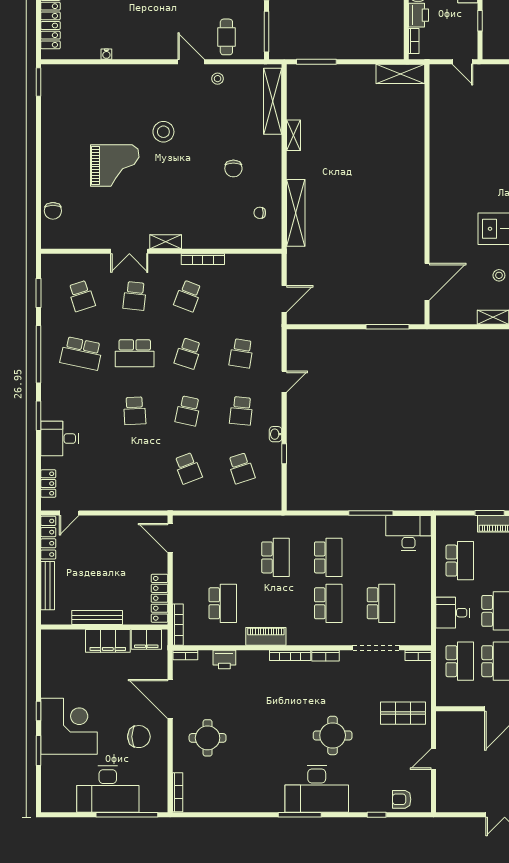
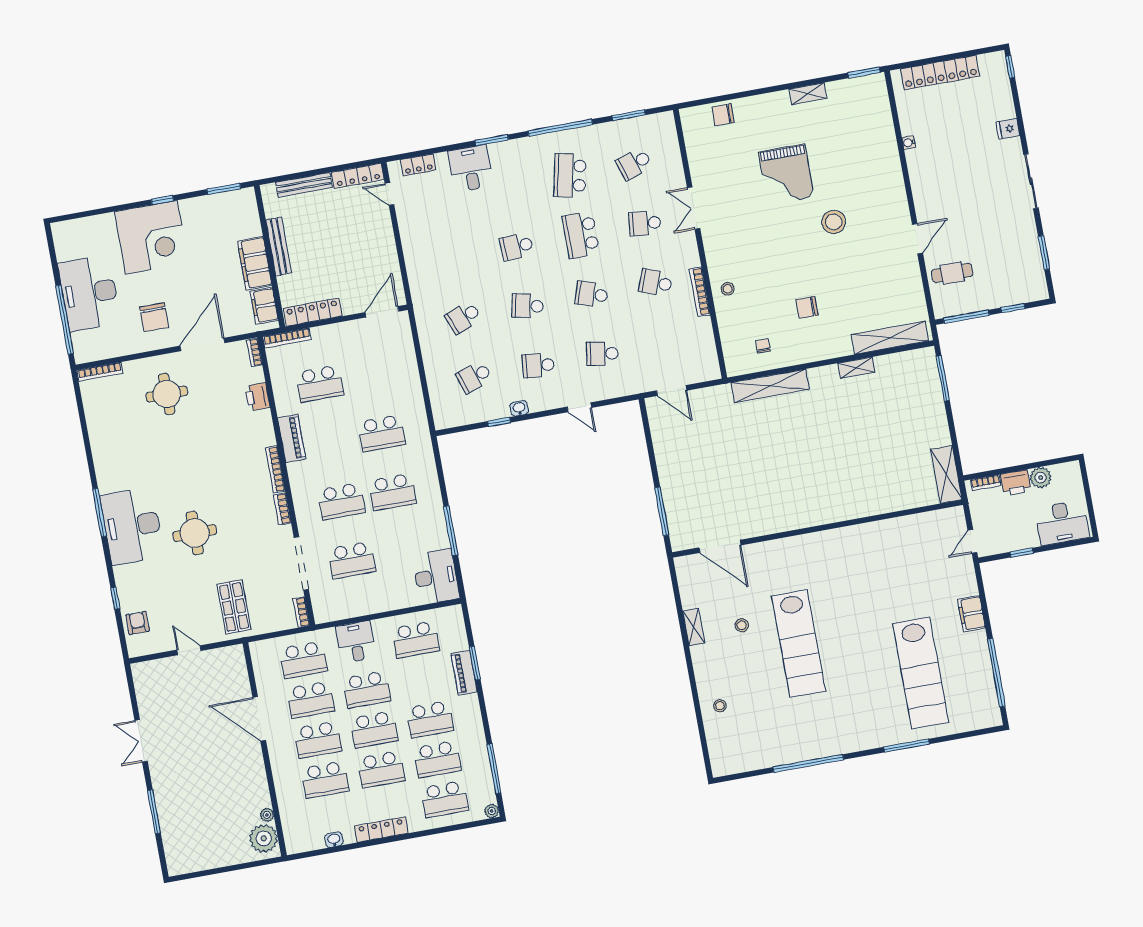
stool: (218, 79) -> (728, 289), moved
shelving: (166, 242) -> (808, 94), moved, turned 90
window: (38, 751) -> (224, 189), moved

